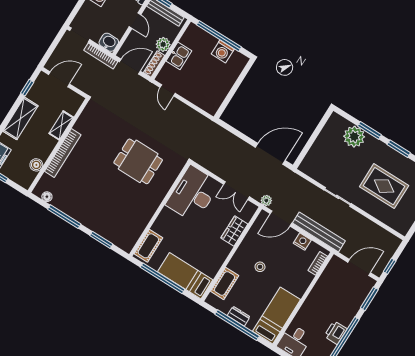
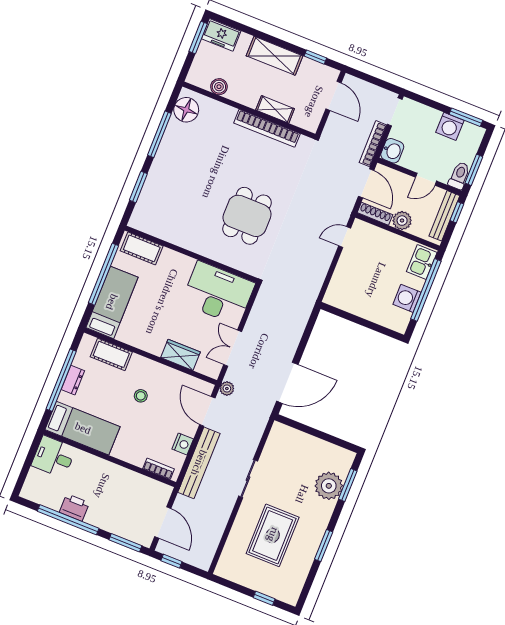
kitchen sink: (179, 56) -> (422, 262), moved, turned 90
window: (369, 130) -> (348, 485), moved
bookcase: (63, 153) -> (267, 128), moved
door: (270, 154) -> (287, 383), hinge flipped
floor lamp: (47, 197) -> (186, 110), width x1.89, depth x1.89

